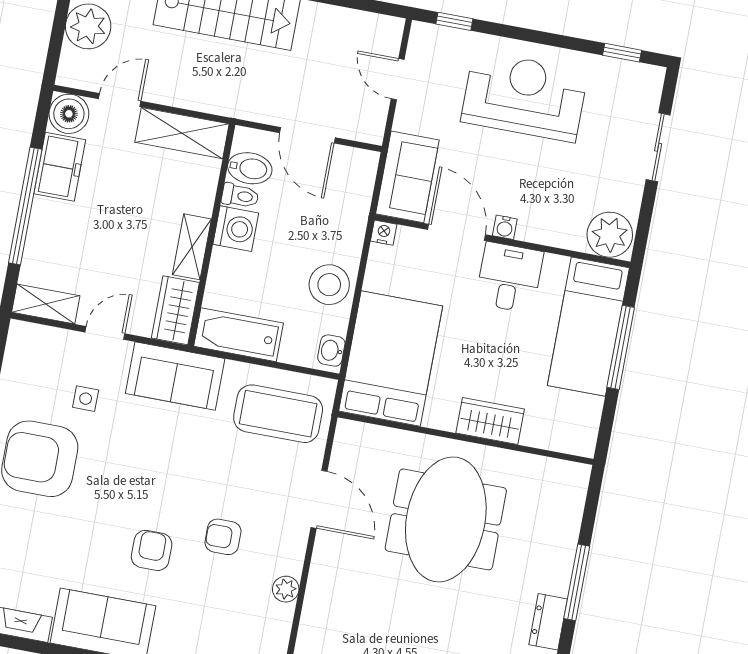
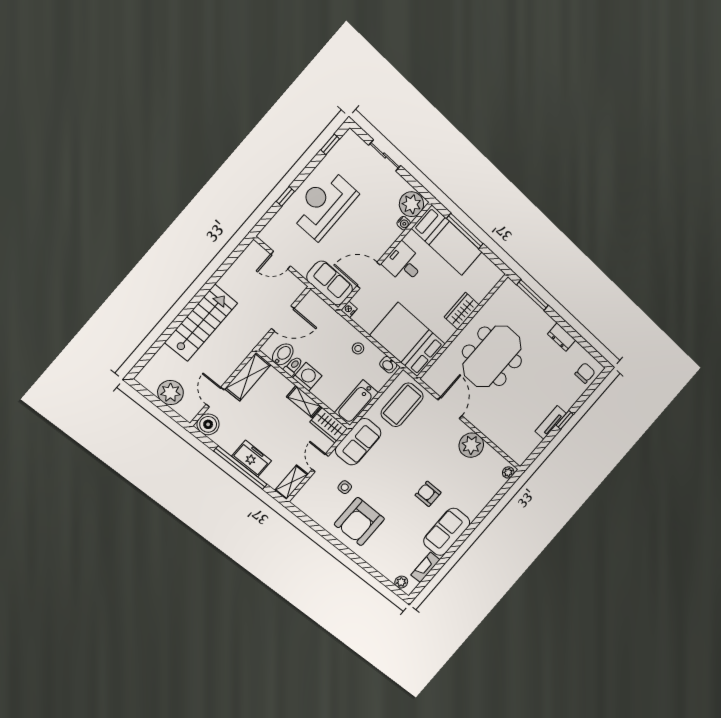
window: (454, 21) -> (285, 196), moved
freezer: (60, 167) -> (252, 458), moved
water cooler: (505, 227) -> (404, 223), moved
stool: (329, 285) -> (358, 348), width x0.53, depth x0.53
door: (319, 499) -> (450, 408), hinge flipped
meeting table: (446, 519) -> (492, 356), turned 90
armchair: (223, 537) -> (441, 459), removed
window: (577, 582) -> (533, 295), moved
plant: (286, 589) -> (471, 445), width x1.88, depth x1.88

